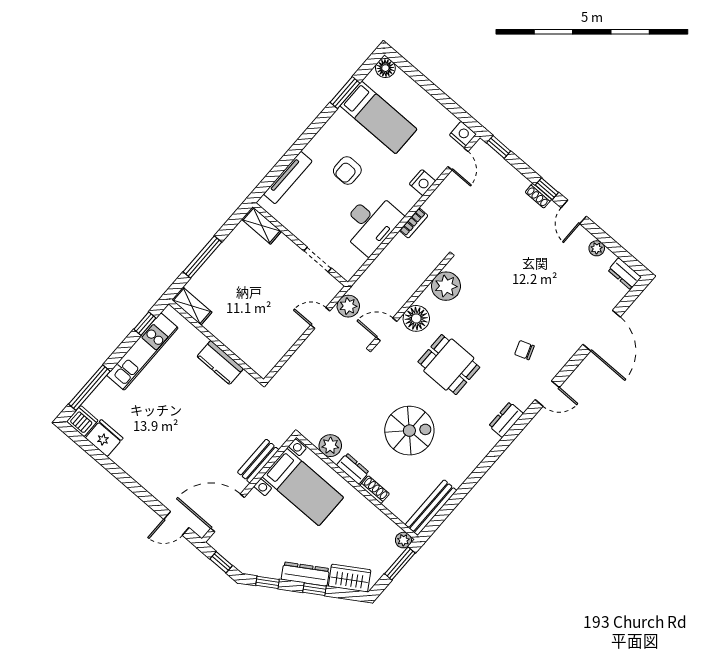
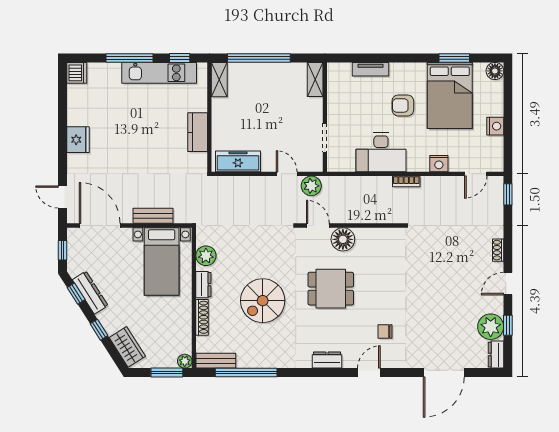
bed: (379, 117) -> (450, 95), width x1.50
nightstand: (463, 135) -> (495, 126), moved
tv unit: (288, 178) -> (371, 69), width x0.71
window: (547, 189) -> (508, 325), moved
plant: (597, 248) -> (491, 327), width x1.88, depth x1.88
window: (202, 257) -> (259, 58), width x1.46
plant: (446, 286) -> (382, 241), removed
freezer: (274, 350) -> (238, 161), added
chair: (524, 350) -> (385, 332), turned -70
dining table: (449, 365) -> (331, 289), turned 90
window: (89, 388) -> (129, 58), moved
door: (547, 393) -> (369, 372), swing flipped
spiral stairs: (409, 431) -> (263, 301), turned 90
fridge: (104, 438) -> (78, 140), moved
shoe rack: (375, 490) -> (202, 317), width x1.43
window: (458, 497) -> (246, 372), added
bench: (431, 508) -> (216, 361), width x0.73
dresser: (305, 574) -> (90, 293), moved

